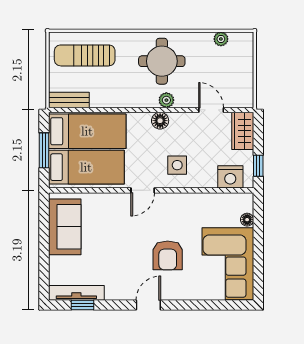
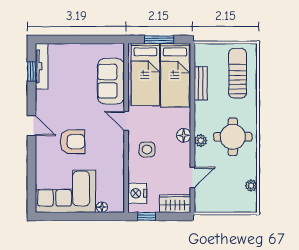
bench: (69, 100) -> (201, 83), moved
sofa: (65, 227) -> (111, 81), moved, turned 90
armchair: (168, 255) -> (73, 142), turned 180

